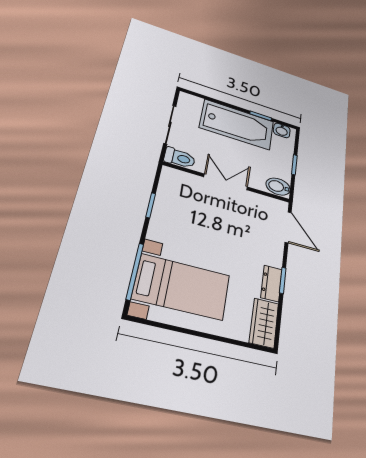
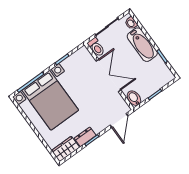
bathtub: (237, 125) -> (142, 45), width x0.73, depth x0.73
washbasin: (282, 130) -> (131, 23), moved
double door: (226, 182) -> (108, 76), width x1.37
bed with nightstands: (182, 287) -> (50, 100), width x1.36

